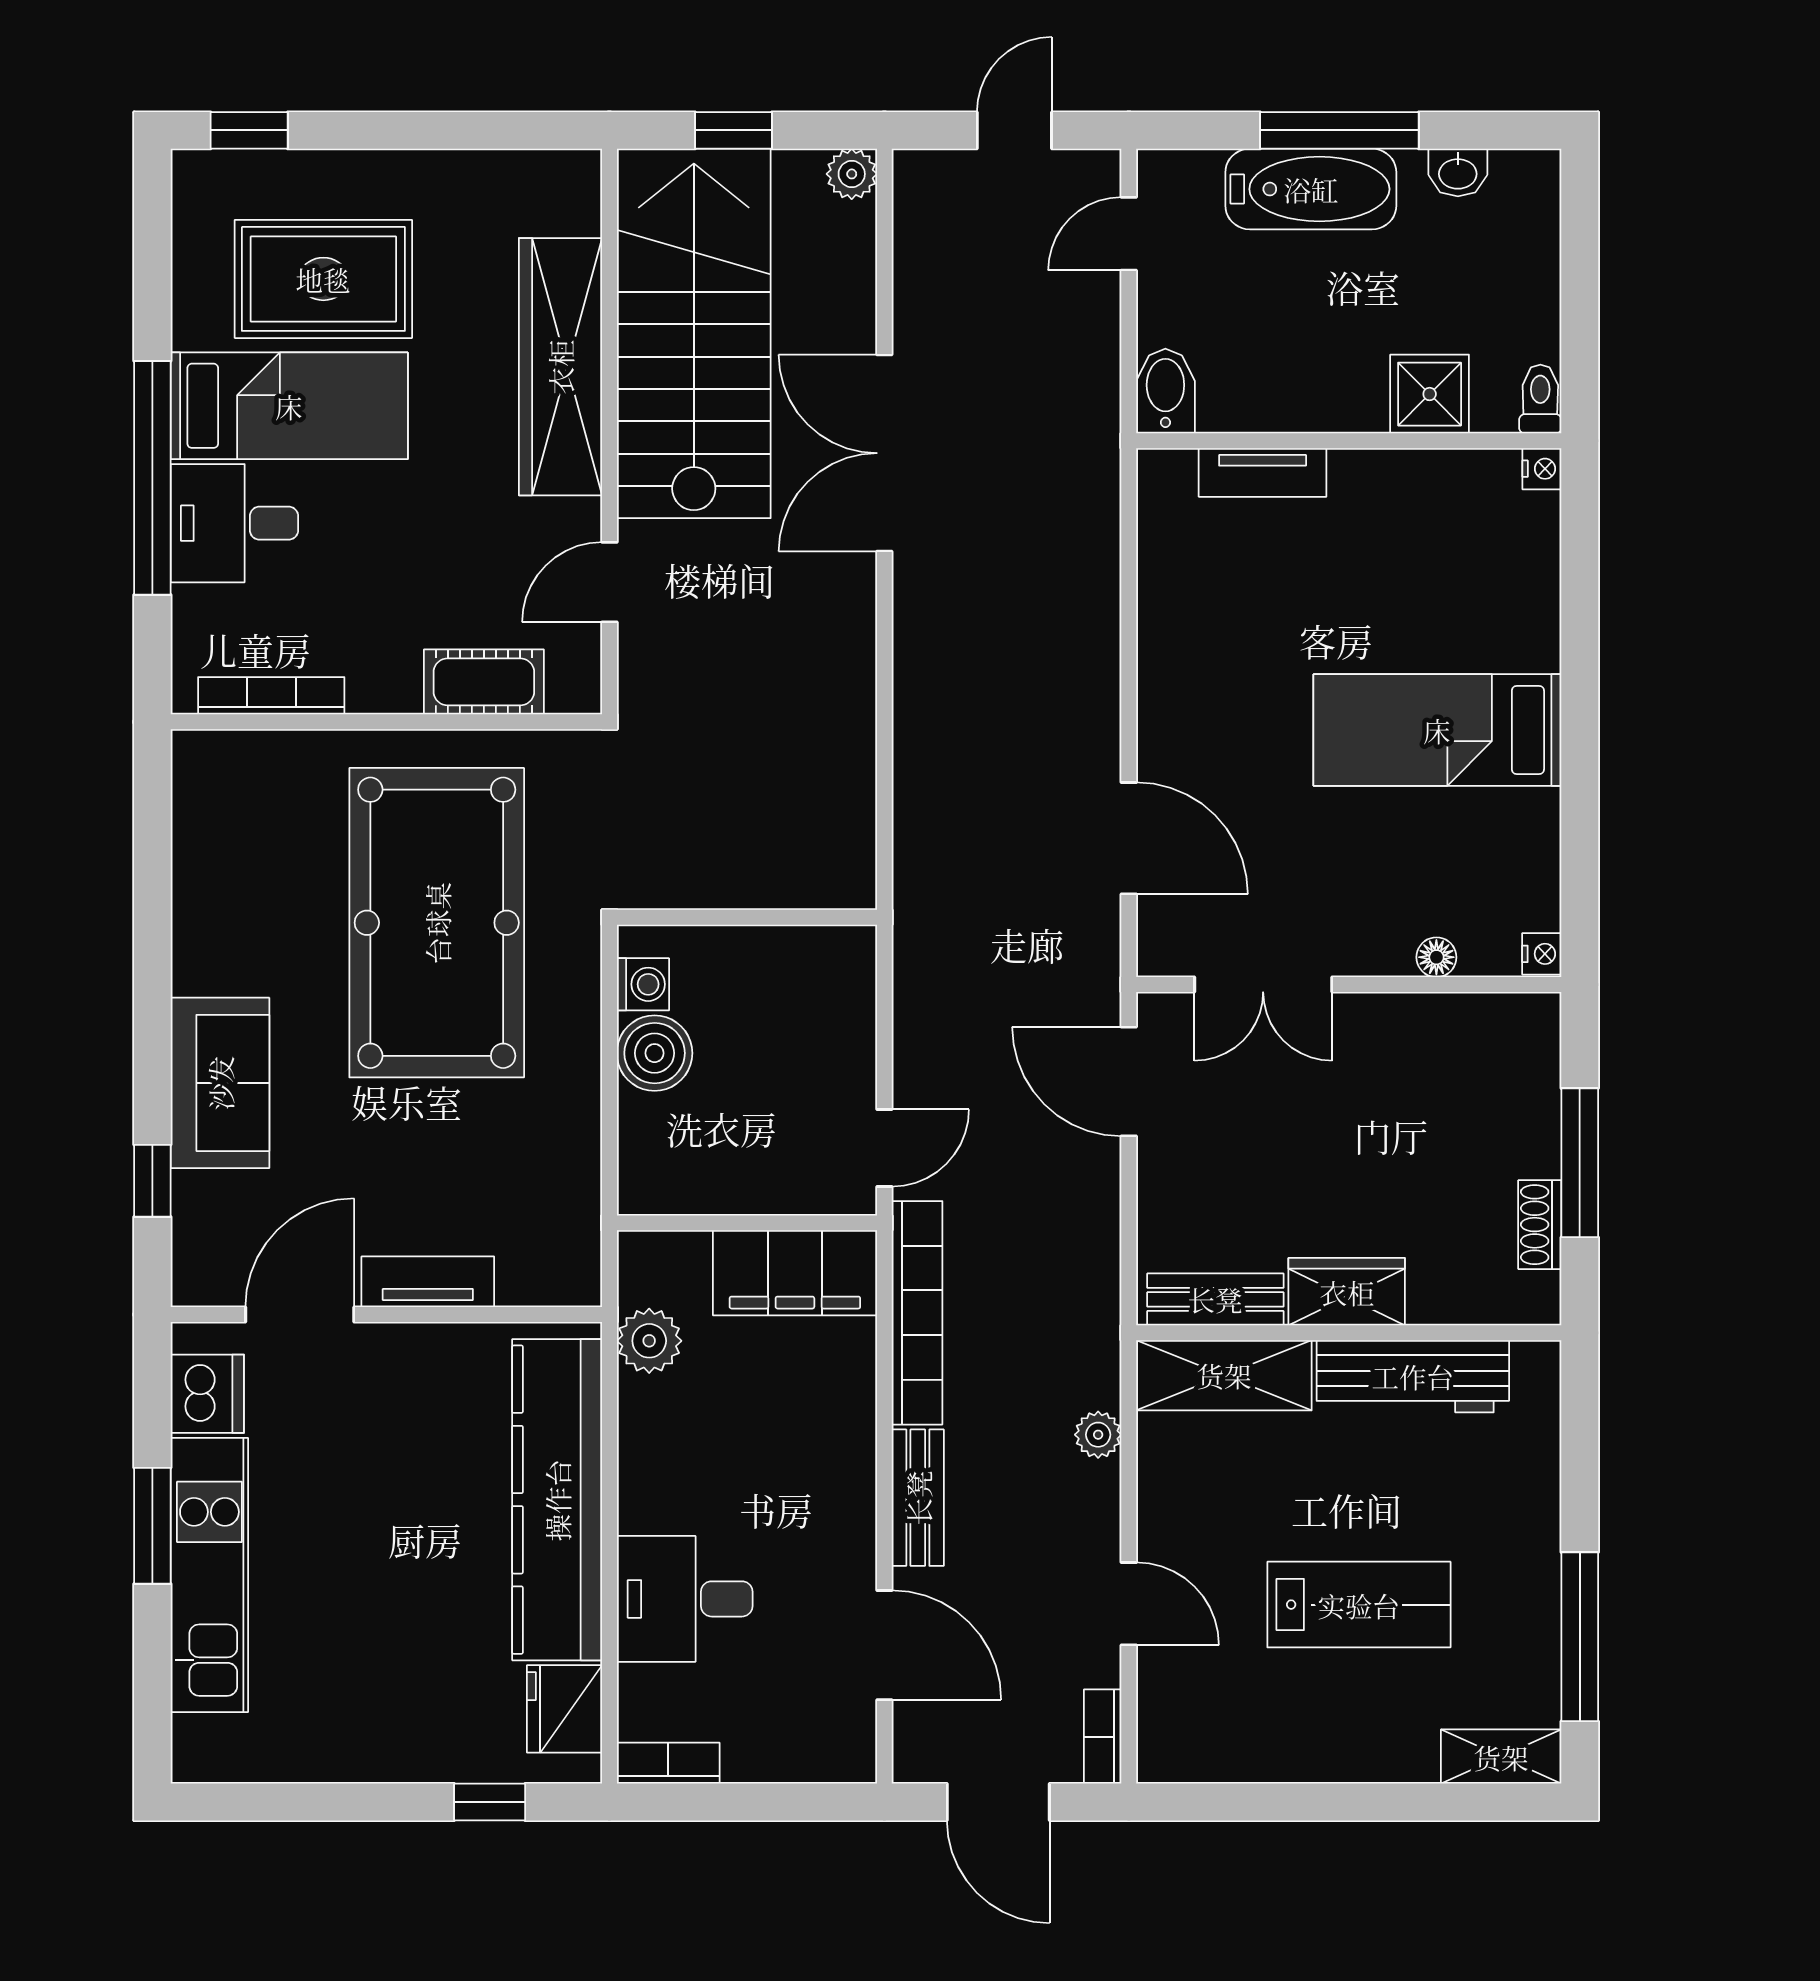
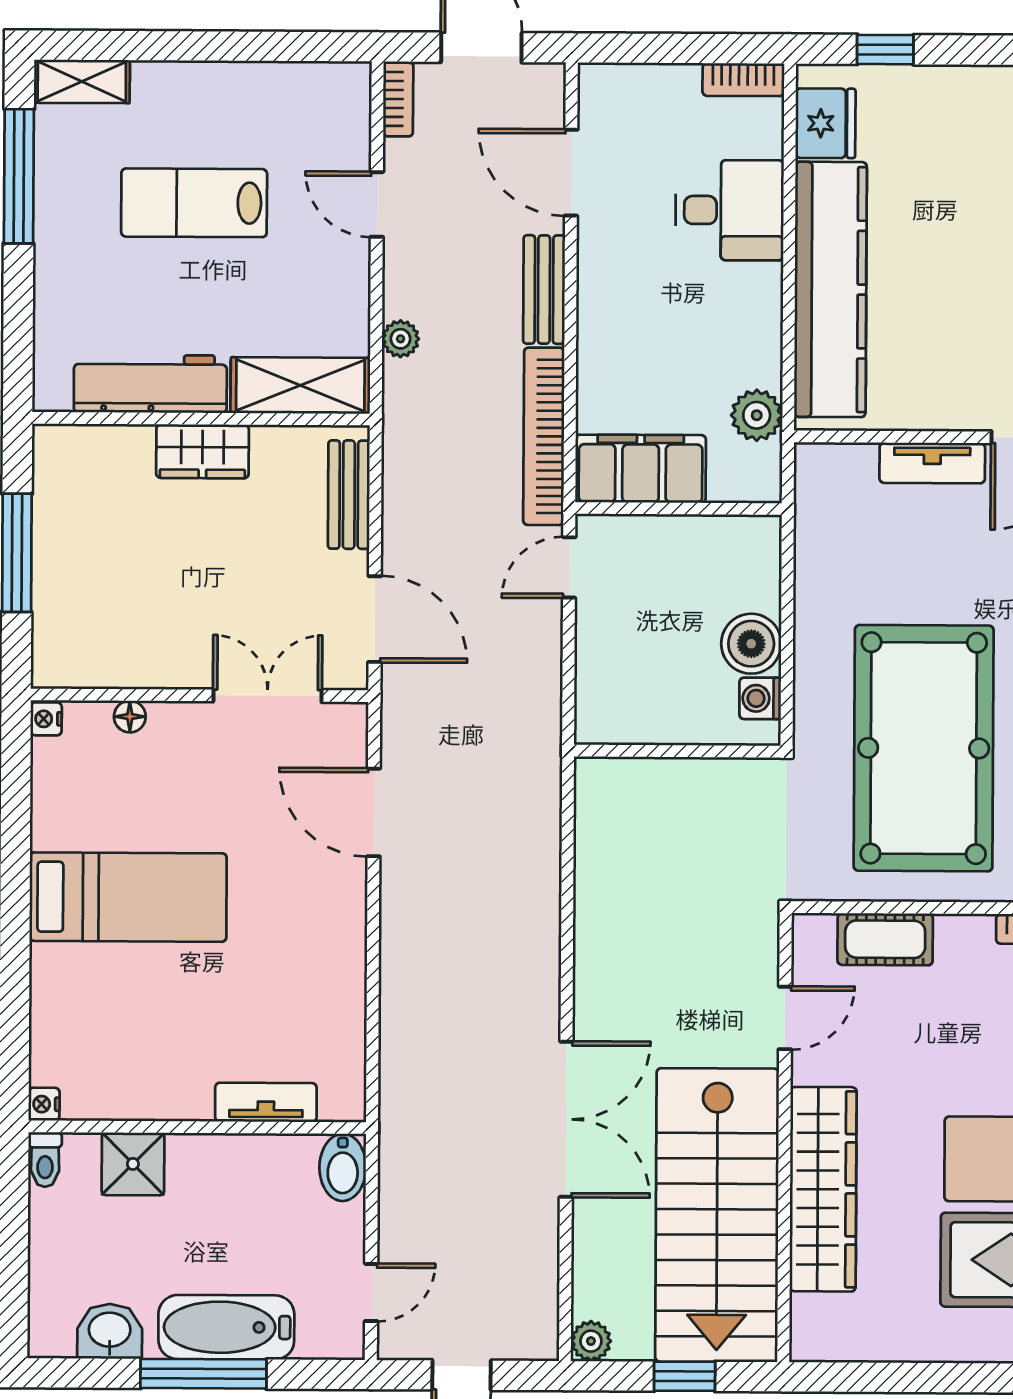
washbasin: (1458, 172) -> (110, 1331), width x1.38, depth x1.45
shoe rack: (1540, 1225) -> (49, 504), removed
bench: (1215, 1299) -> (349, 495), moved, turned 90

